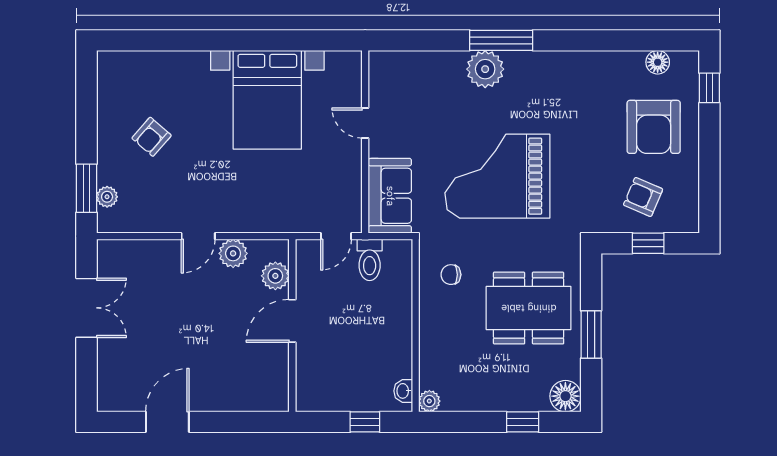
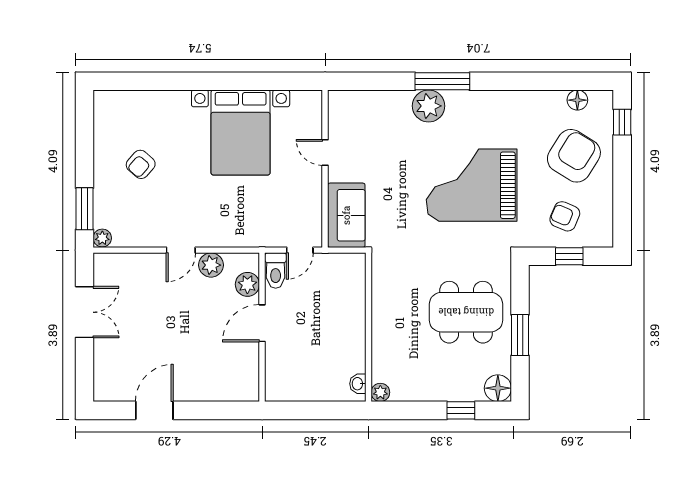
armchair: (654, 127) -> (574, 156), turned -148
grand piano: (497, 176) -> (472, 185), moved
plant: (107, 197) -> (102, 238), moved
toilet: (370, 260) -> (276, 271), moved
chair: (451, 275) -> (399, 283), removed
window: (365, 422) -> (325, 410), removed

